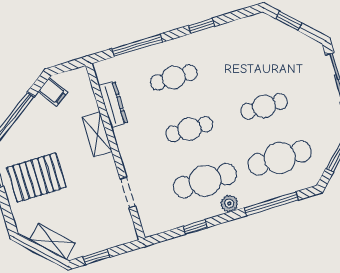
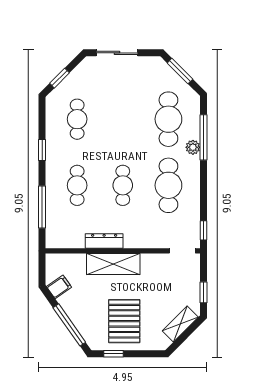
dresser: (113, 105) -> (104, 241), moved
cafe table: (264, 106) -> (77, 119), moved
shelving: (97, 134) -> (113, 264), width x1.50, depth x1.33
doorway: (128, 193) -> (182, 251), moved
plant: (229, 203) -> (193, 147), moved
window: (195, 227) -> (204, 230), moved

